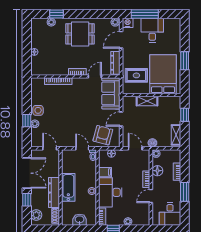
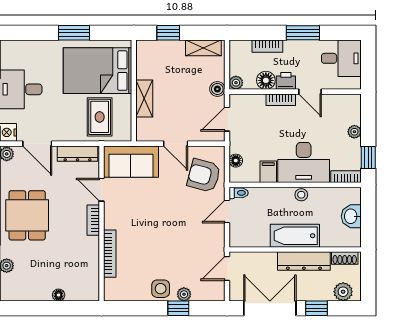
printer: (157, 182) -> (286, 81), added

